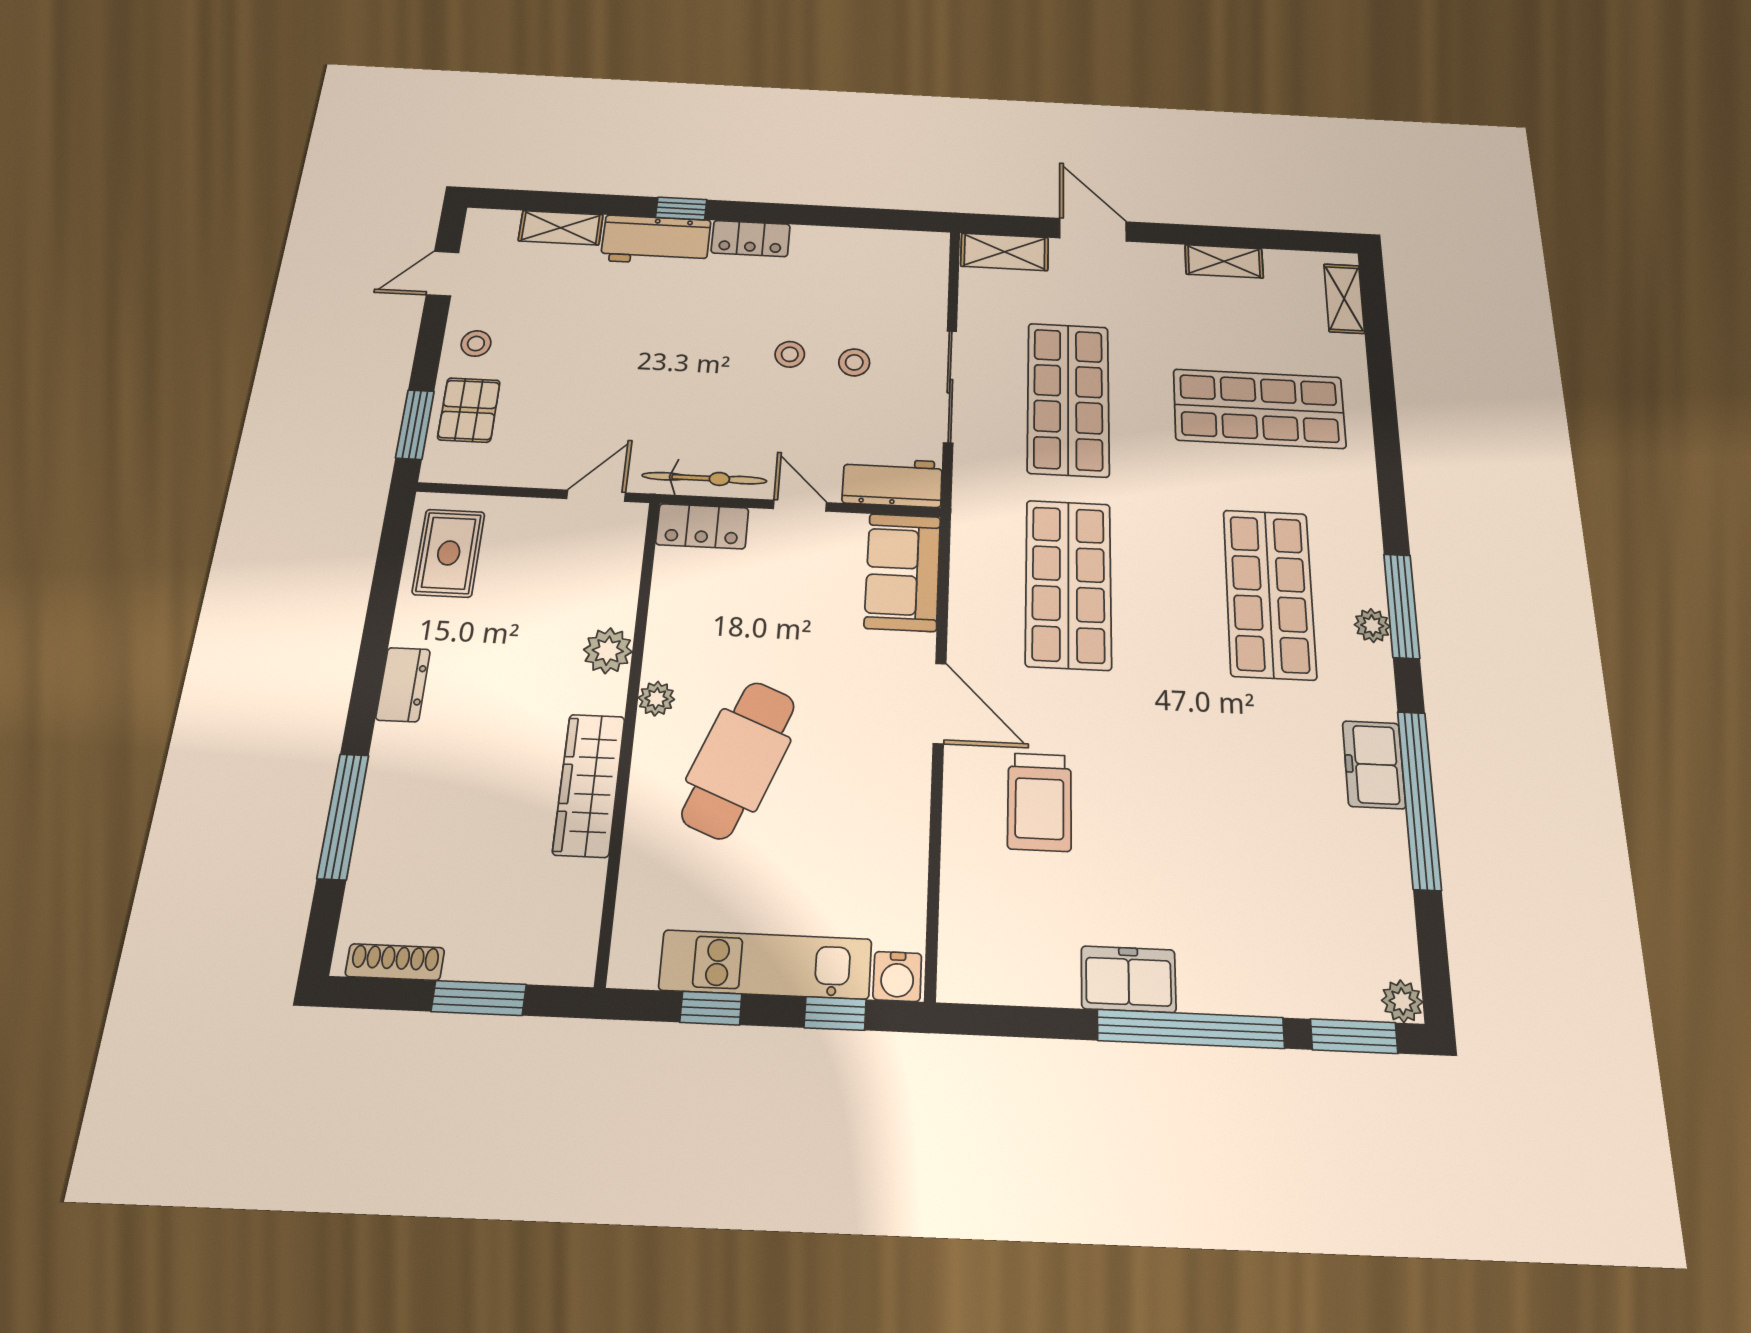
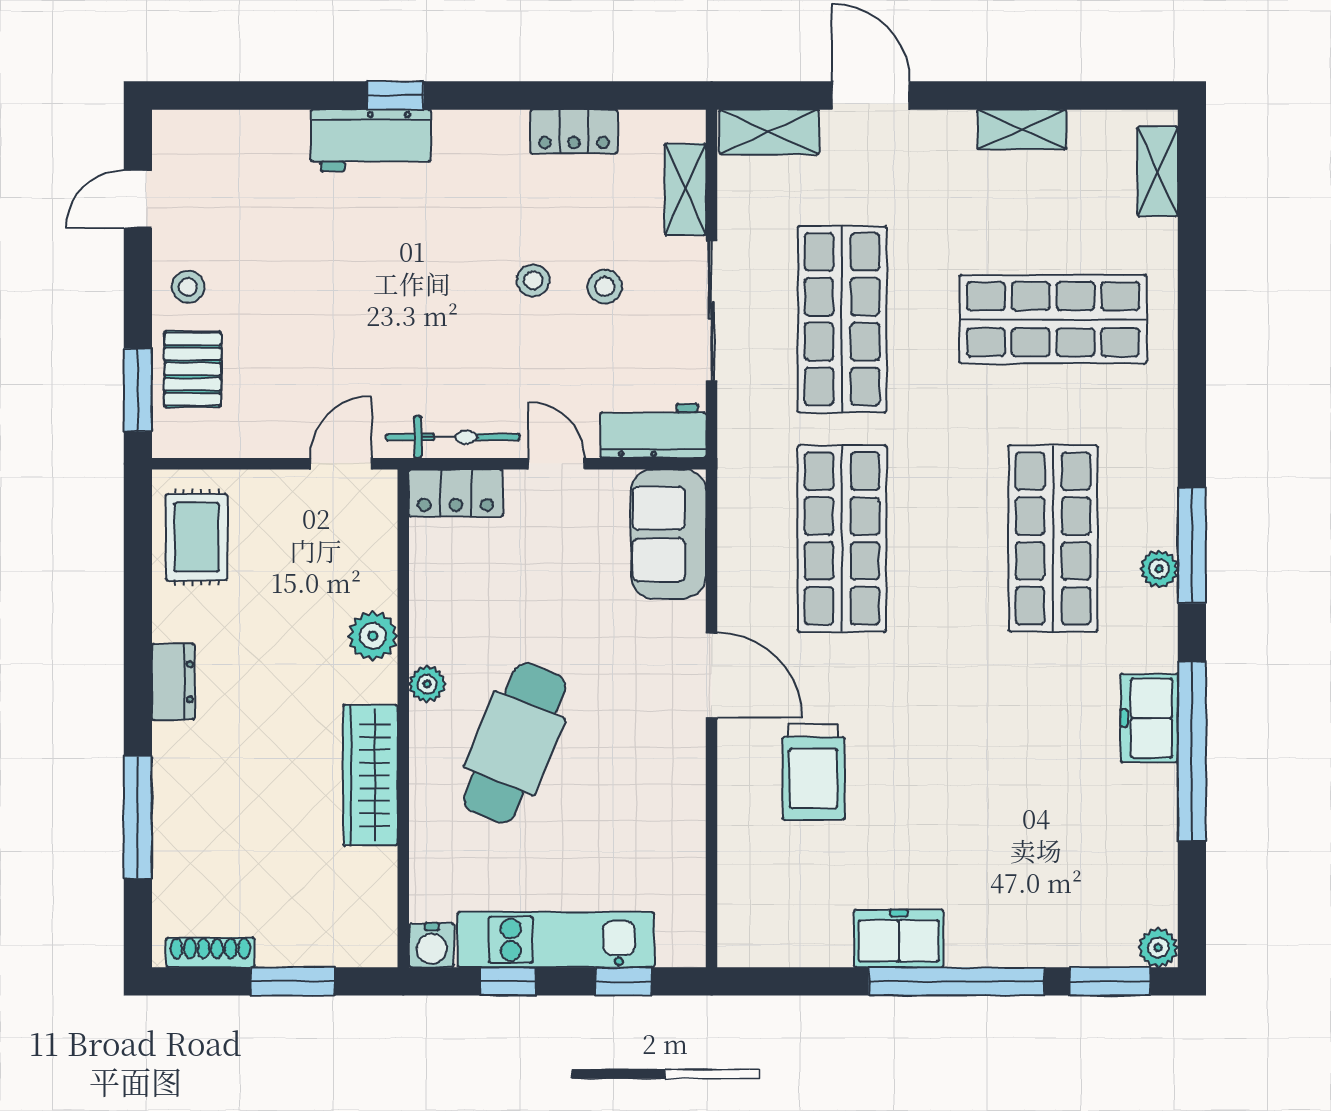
shelving: (561, 228) -> (685, 189), moved, turned 90
locker: (751, 239) -> (574, 132), moved
water cooler: (897, 976) -> (432, 945), moved

